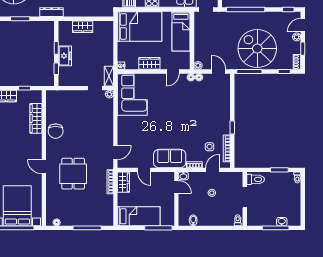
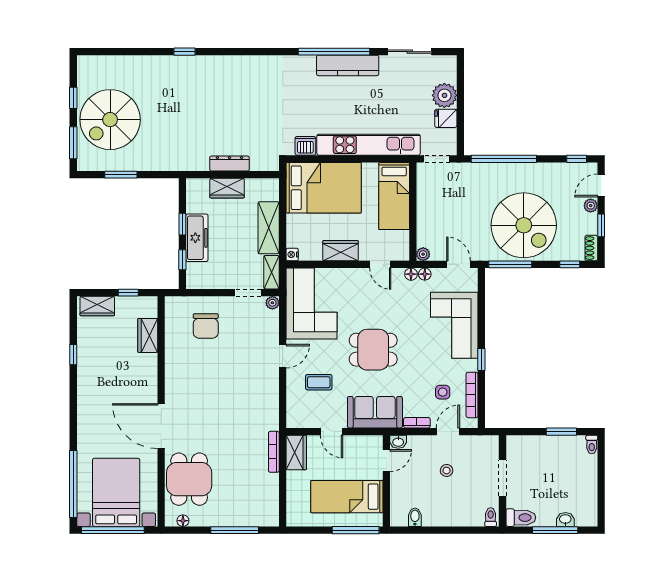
dresser: (52, 12) -> (229, 164), moved
spiral stairs: (257, 49) -> (524, 225), turned 180
shelving: (107, 50) -> (269, 228), added
freezer: (65, 56) -> (197, 238), width x1.40
door: (173, 72) -> (380, 264), hinge flipped
corner sofa: (216, 107) -> (454, 325), added
wardrobe: (36, 118) -> (148, 335), width x0.67
dining table: (169, 122) -> (373, 350), added
chair: (56, 131) -> (206, 326), moved
coffee table: (137, 141) -> (319, 382), added
door: (115, 153) -> (283, 356), moved
door: (44, 167) -> (161, 426), width x1.87
dining table: (73, 174) -> (189, 479), moved
toilet: (256, 179) -> (521, 518), moved
door: (176, 187) -> (386, 461), hinge flipped
bed: (139, 216) -> (347, 497), moved, turned 180

